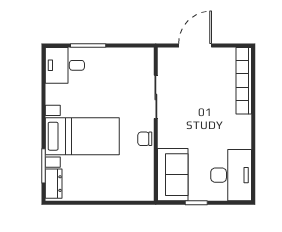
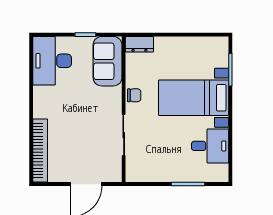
desk: (65, 65) -> (210, 146), moved
dresser: (54, 184) -> (139, 44), moved, turned -90

